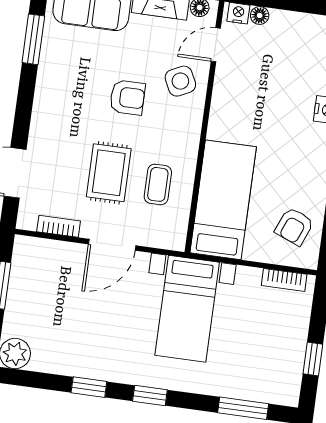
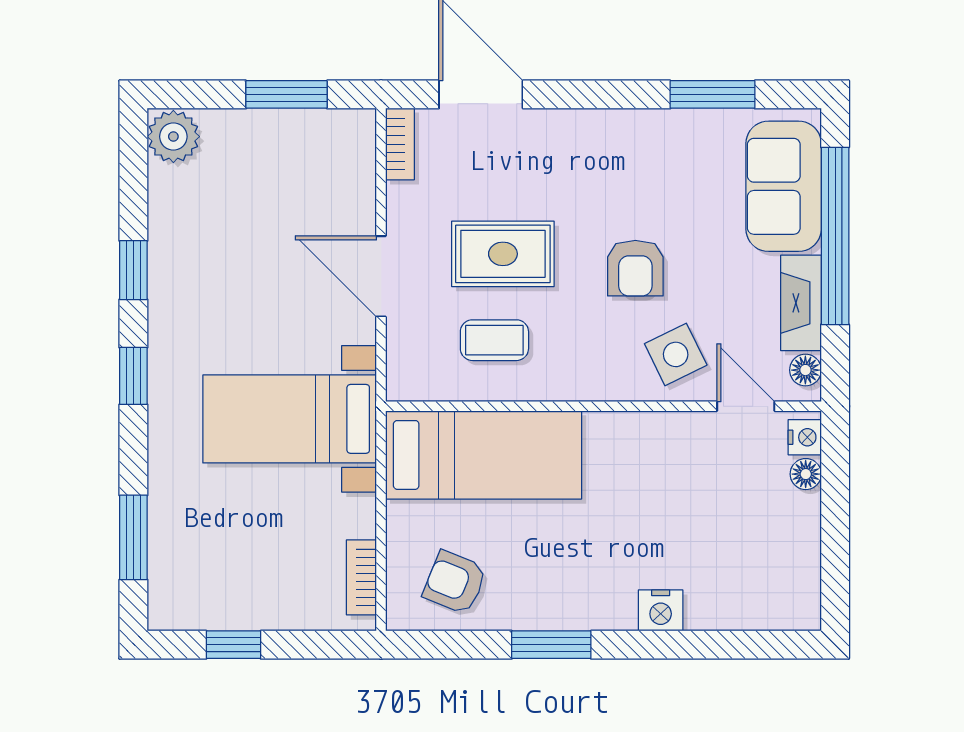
bookcase: (59, 226) -> (400, 144), moved

